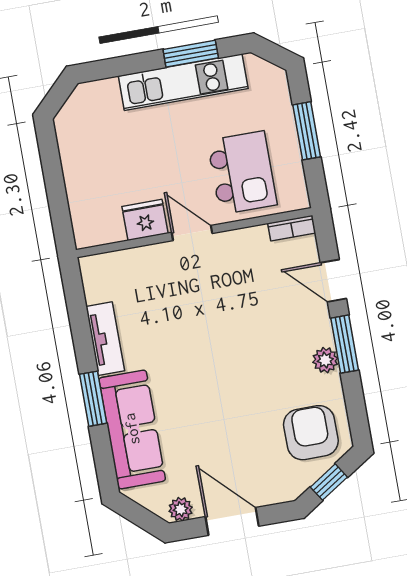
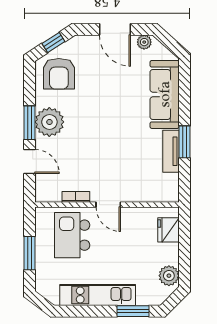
window: (191, 54) -> (133, 311), moved
plant: (72, 135) -> (169, 276), added
fridge: (145, 220) -> (169, 230), moved, turned 90
bookcase: (292, 228) -> (76, 197), moved
plant: (325, 360) -> (49, 122), width x1.87, depth x1.87
window: (93, 399) -> (184, 142), moved

